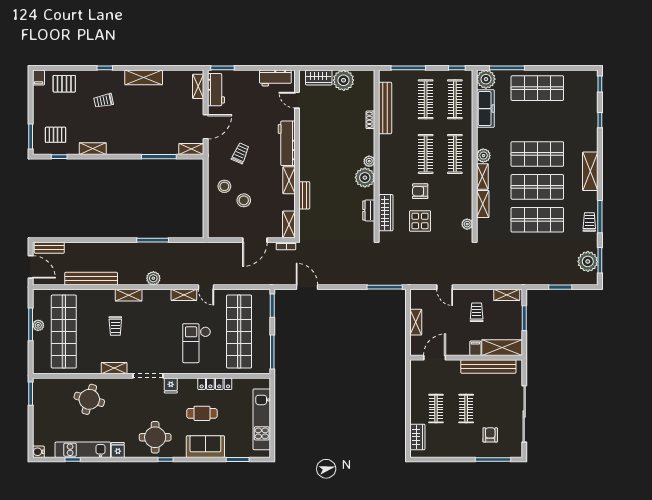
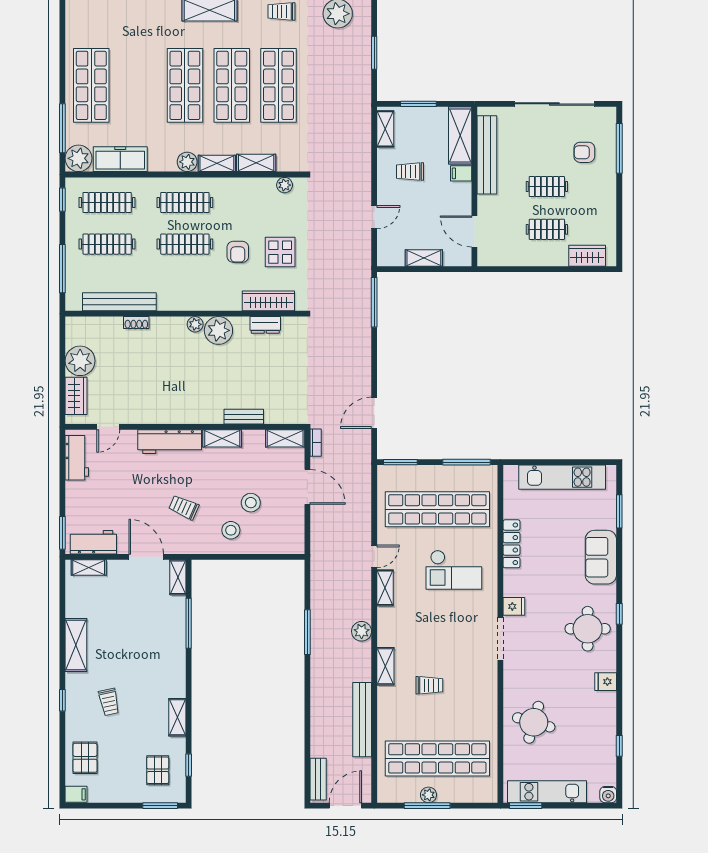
shelving: (114, 368) -> (489, 687), removed
cafe table: (202, 413) -> (554, 562), removed
kitchen unit: (83, 450) -> (547, 792), moved, turned 90

